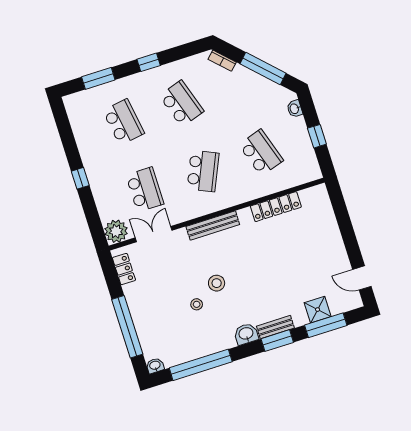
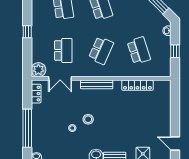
double door: (154, 234) -> (60, 78), swing flipped

